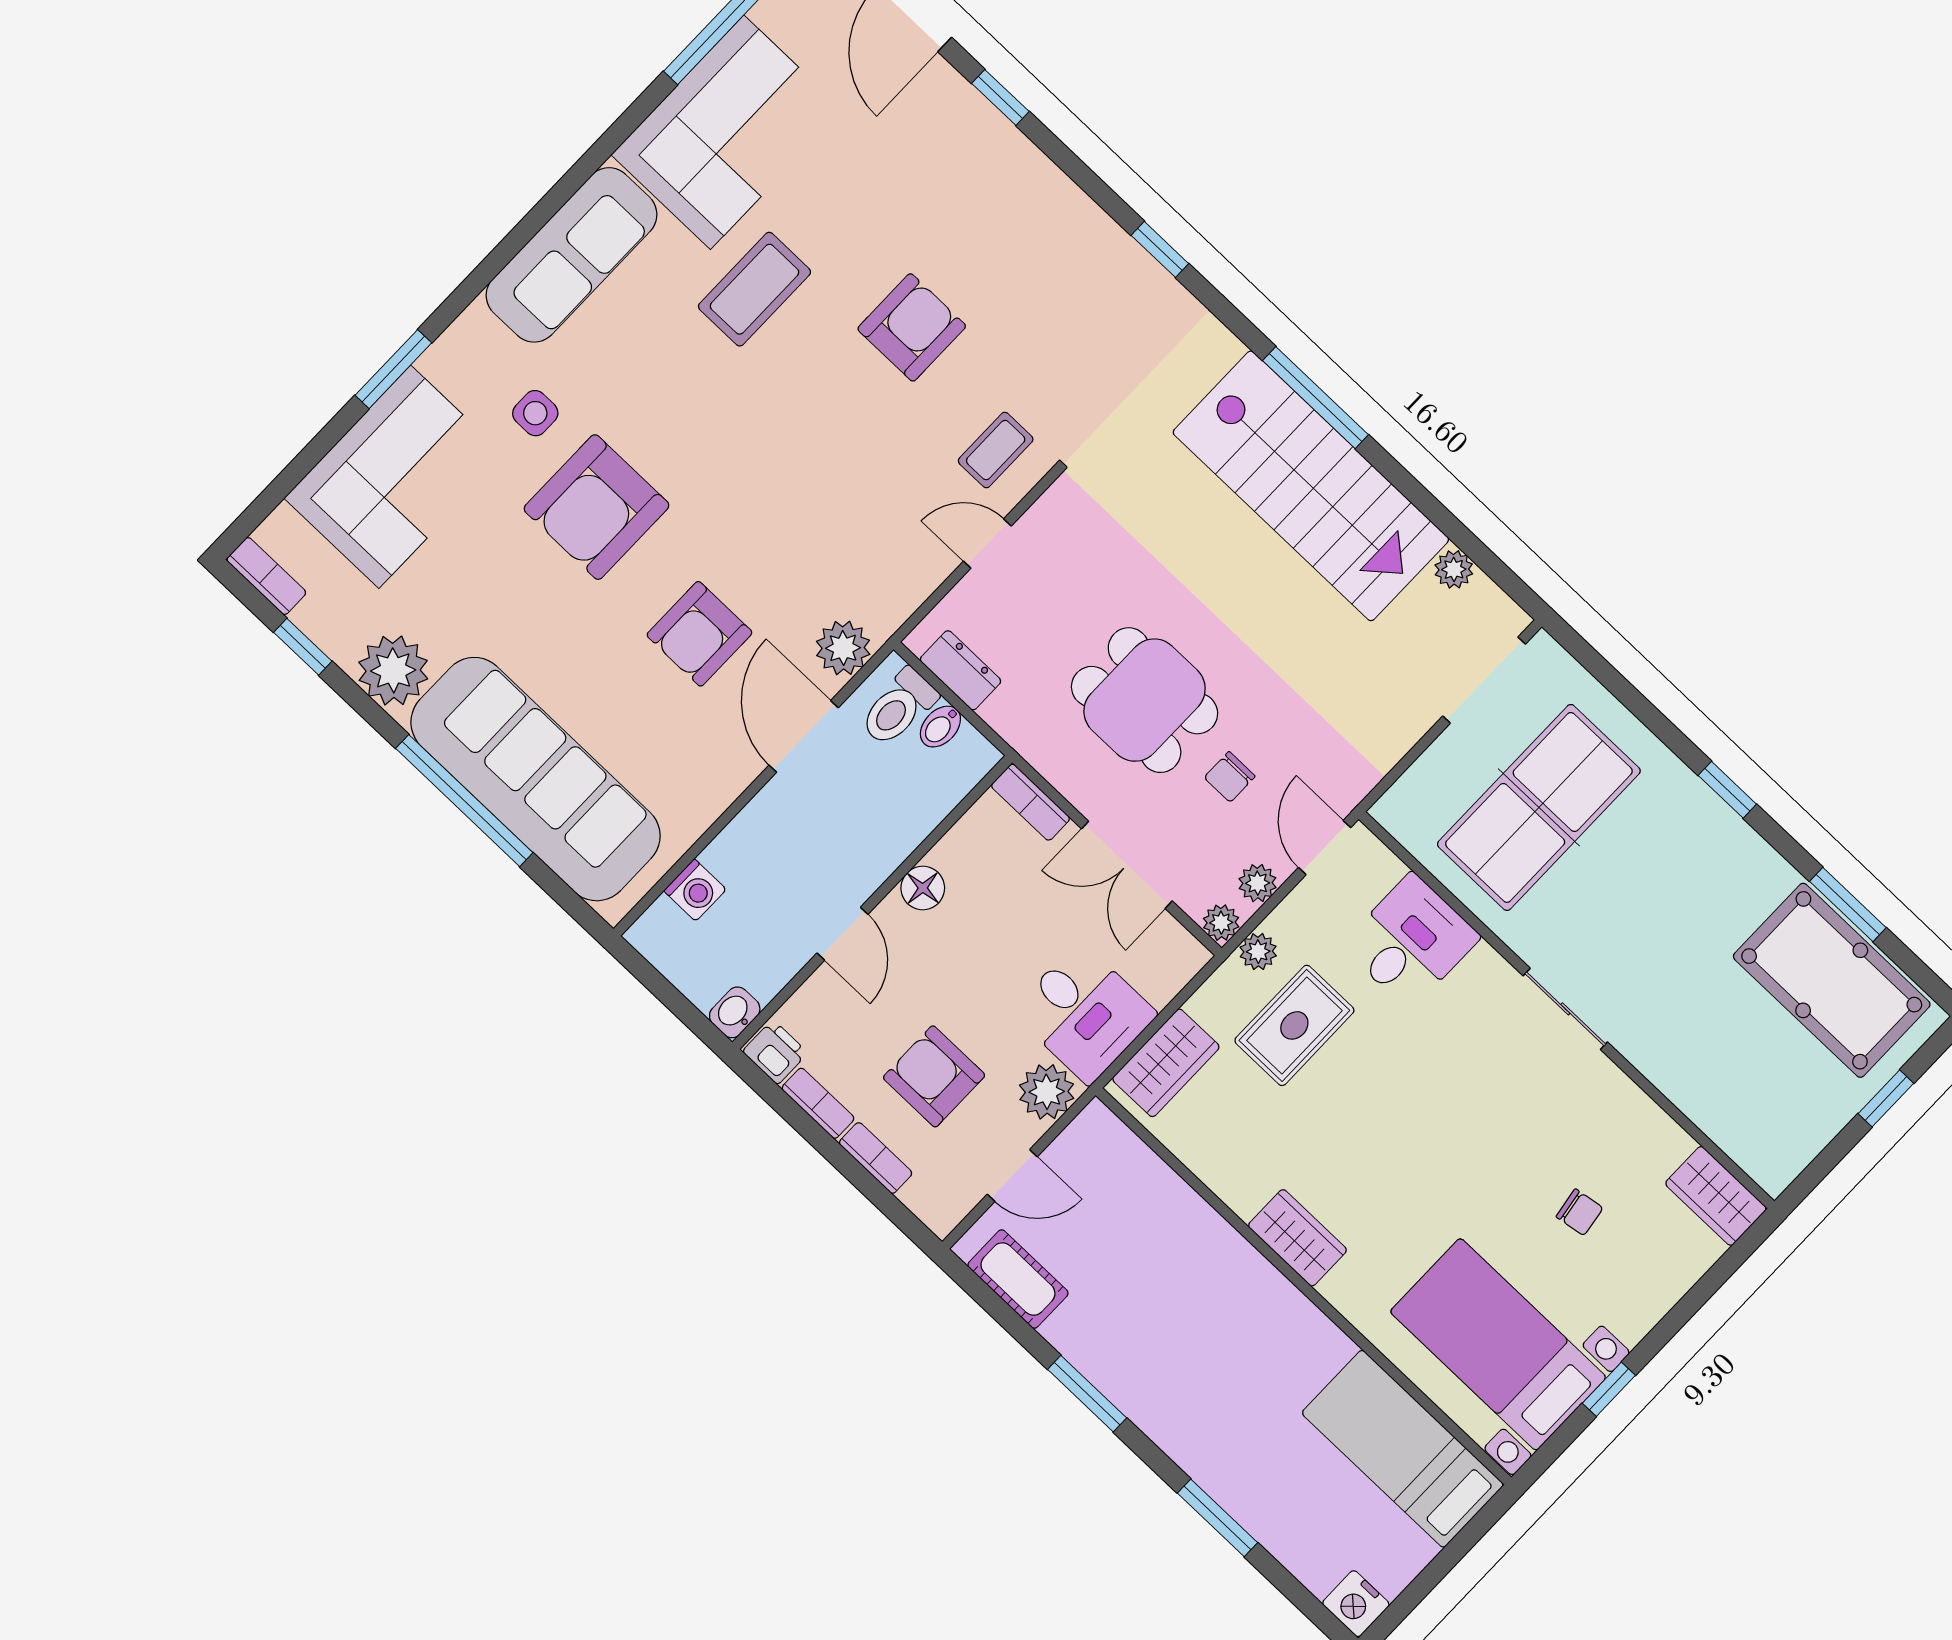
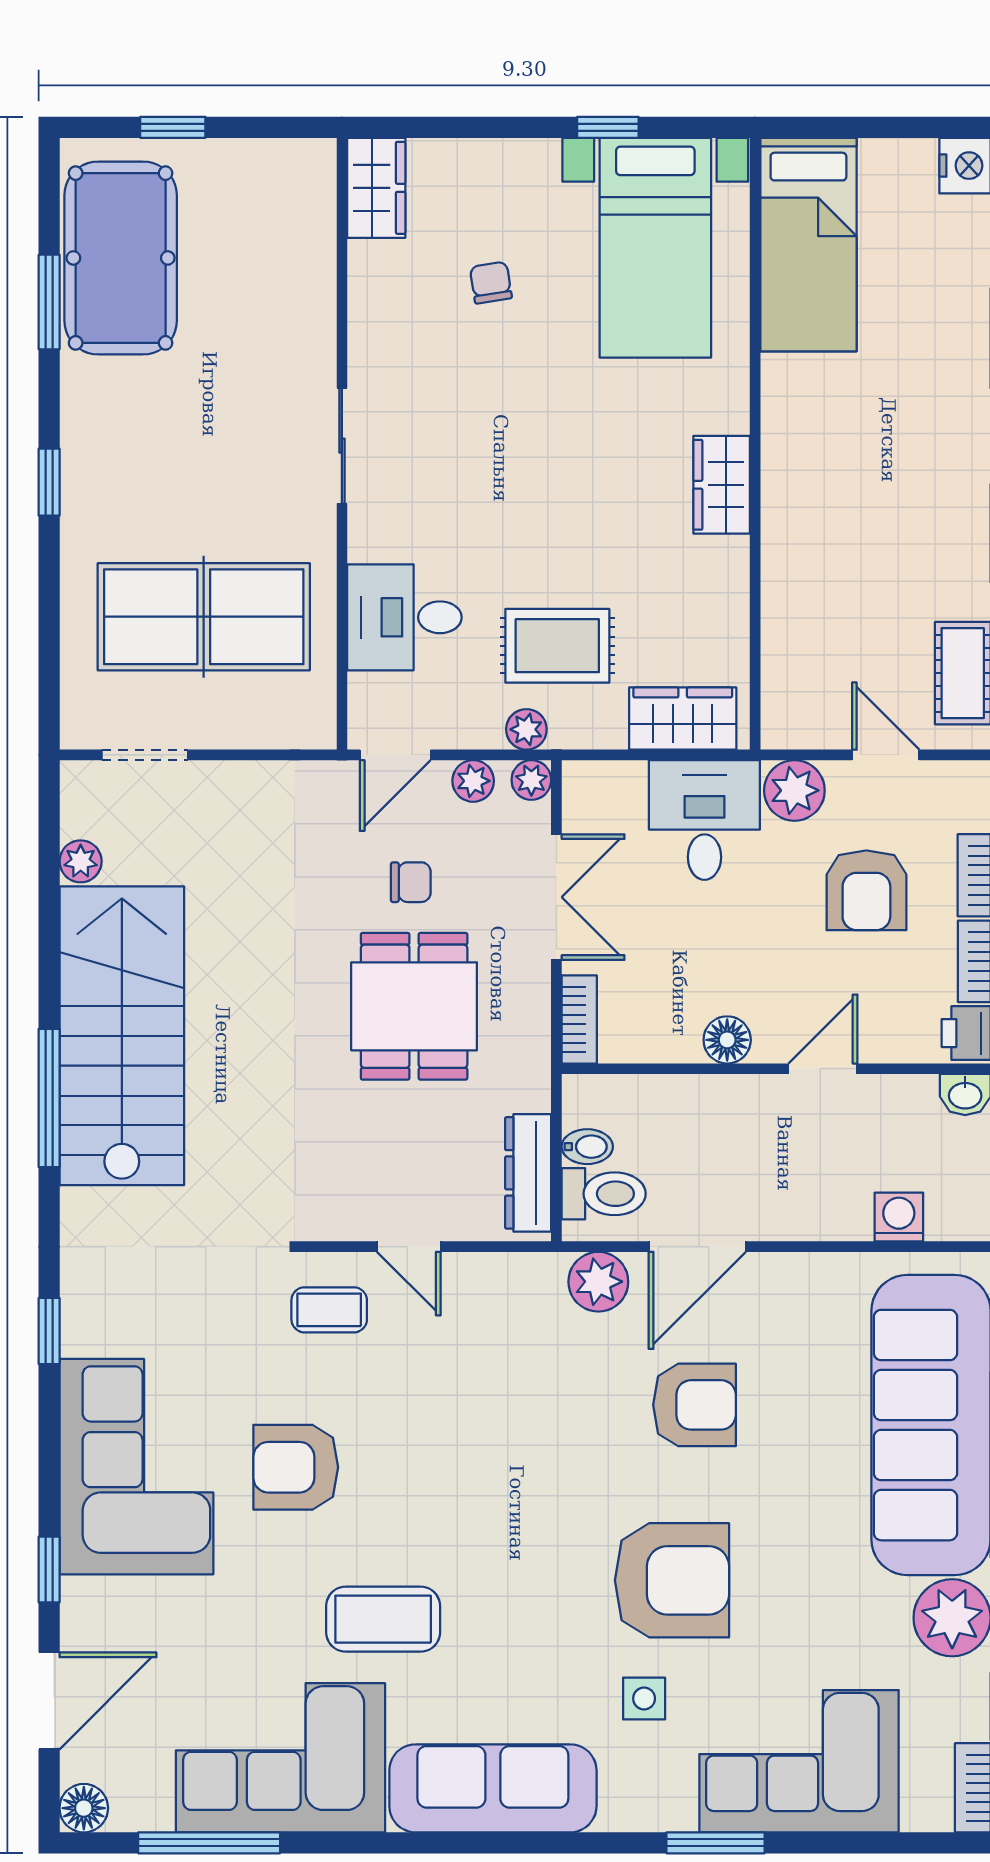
corner sofa: (1014, 221) -> (136, 1467), added
dresser: (960, 670) -> (528, 1173), width x1.44
doorway: (1484, 680) -> (145, 755), width x0.73

